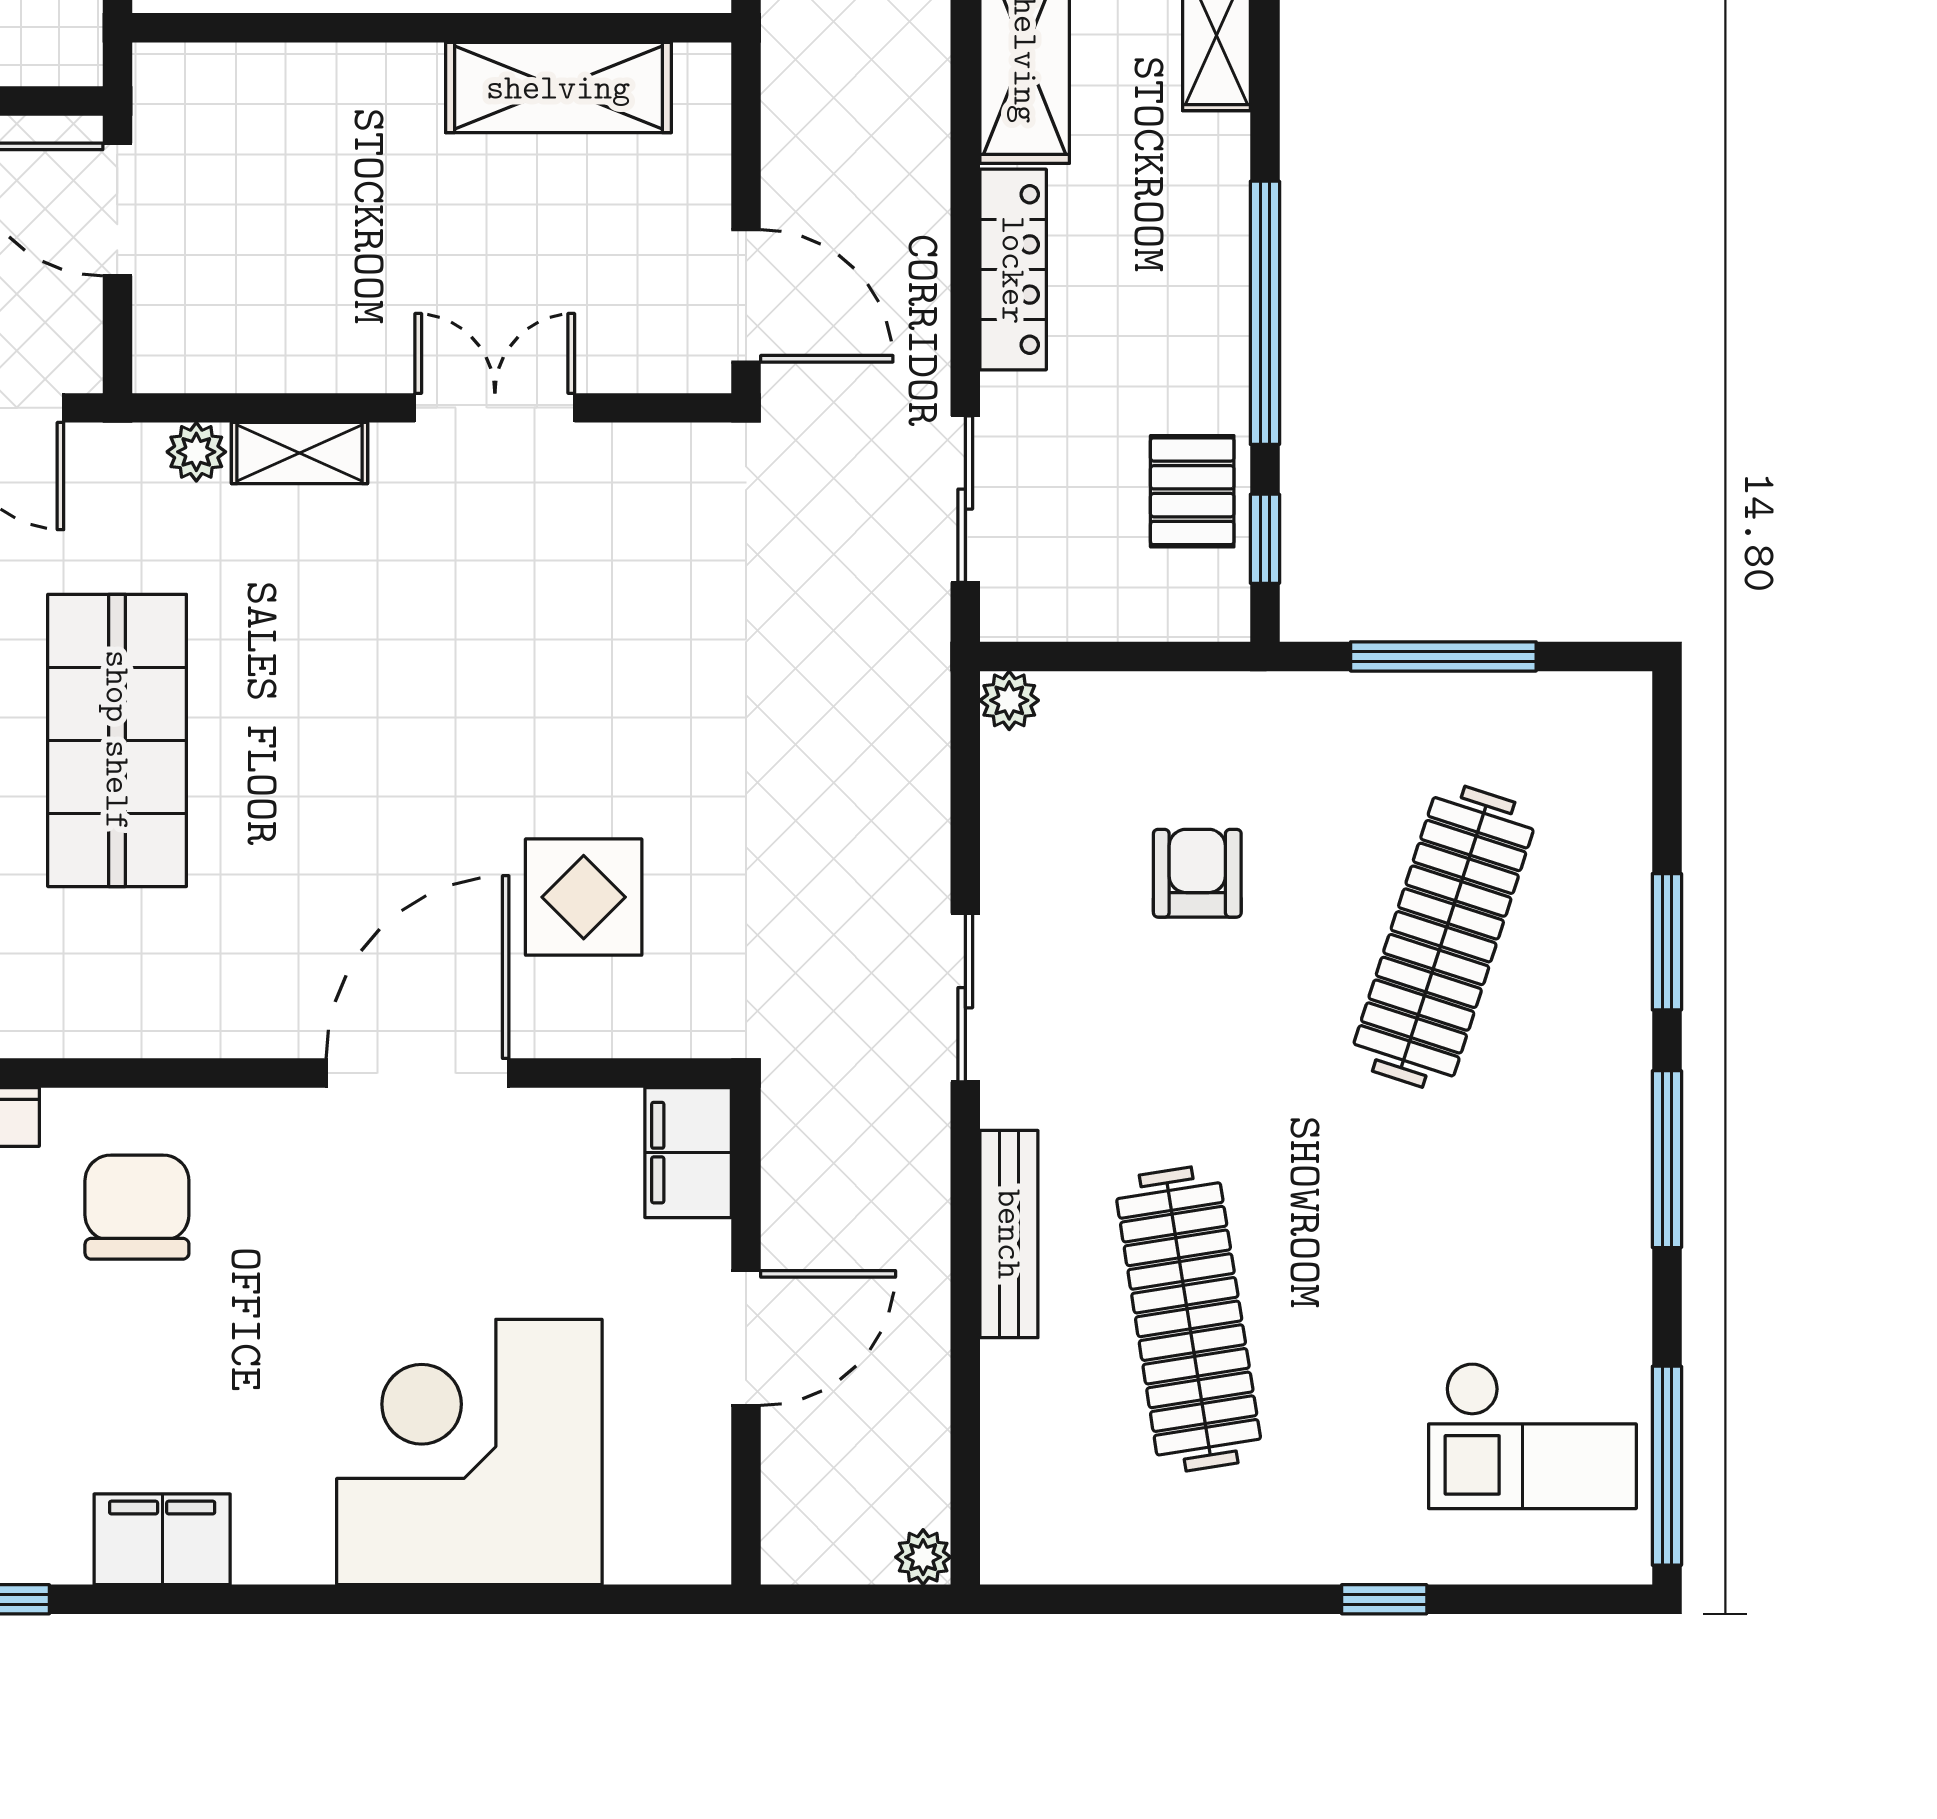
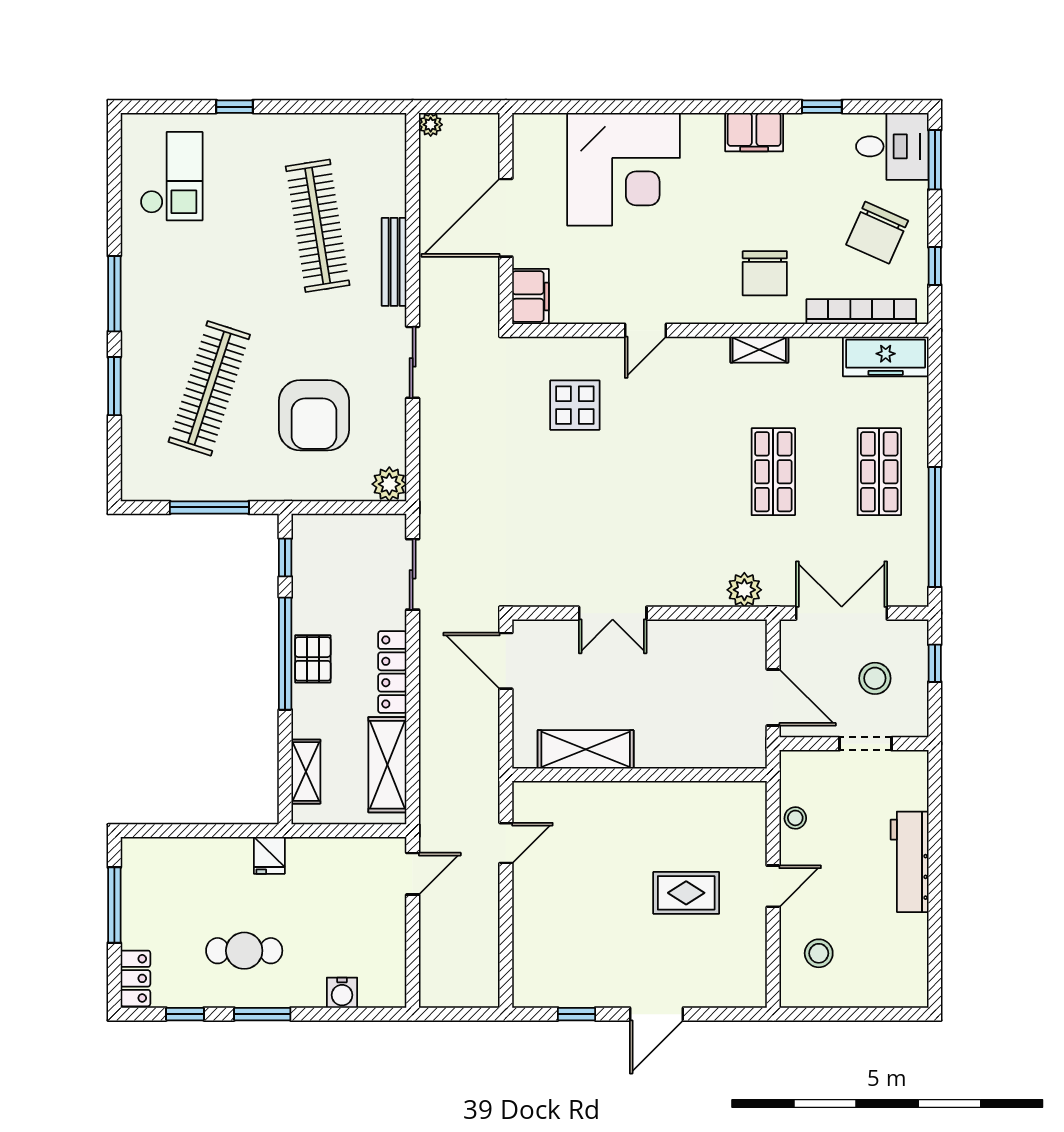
plant: (196, 452) -> (744, 590), width x1.38, depth x1.38
shelving: (300, 453) -> (759, 350), moved
pallet: (1192, 491) -> (313, 659), moved
plant: (1009, 700) -> (389, 484), width x1.38, depth x1.38
shop shelf: (117, 740) -> (773, 472), width x0.70, depth x0.74
armchair: (1197, 873) -> (314, 415), width x1.88, depth x1.88
door: (418, 1073) -> (646, 330), width x0.53
door: (746, 1338) -> (506, 218), width x1.36
checkout: (1532, 1436) -> (171, 176), turned 90
window: (1667, 1466) -> (114, 163), removed

